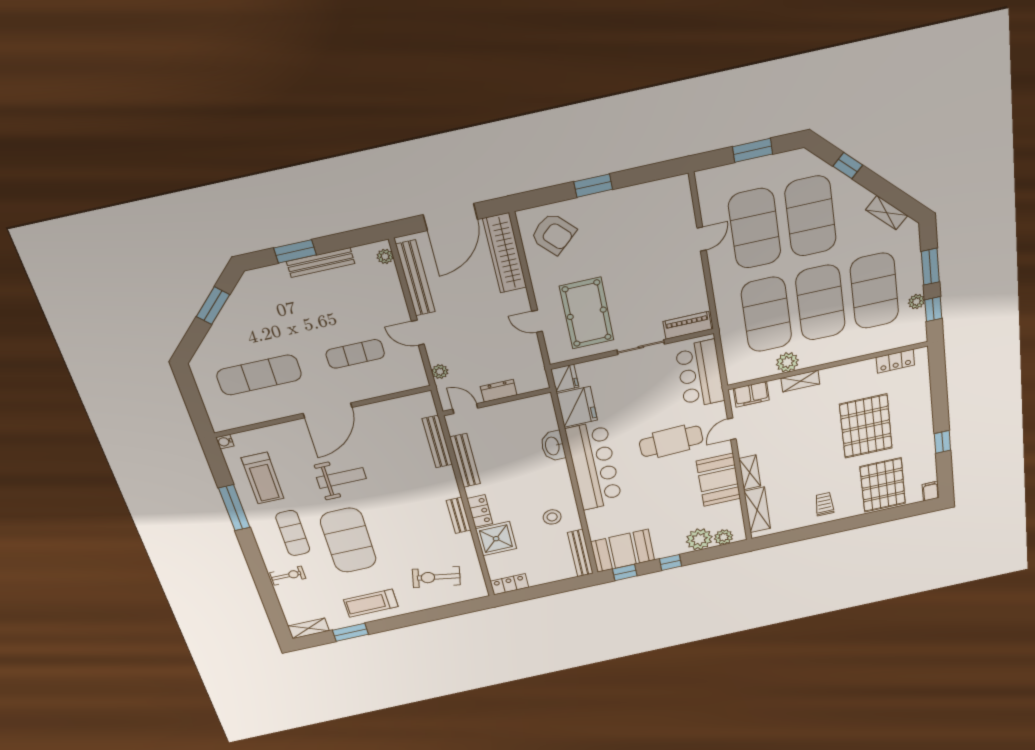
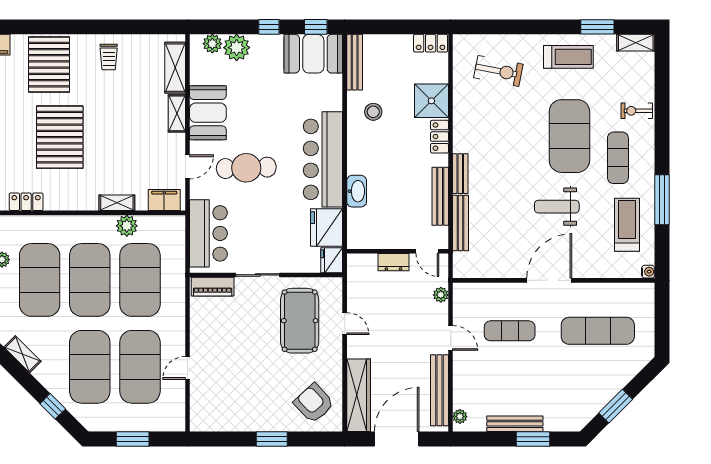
bench: (459, 515) -> (460, 174), moved

